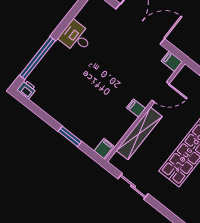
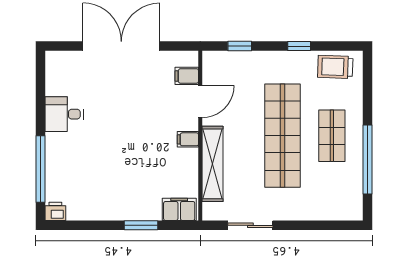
filing cabinet: (172, 61) -> (187, 76), moved
filing cabinet: (104, 148) -> (179, 209), width x2.00

